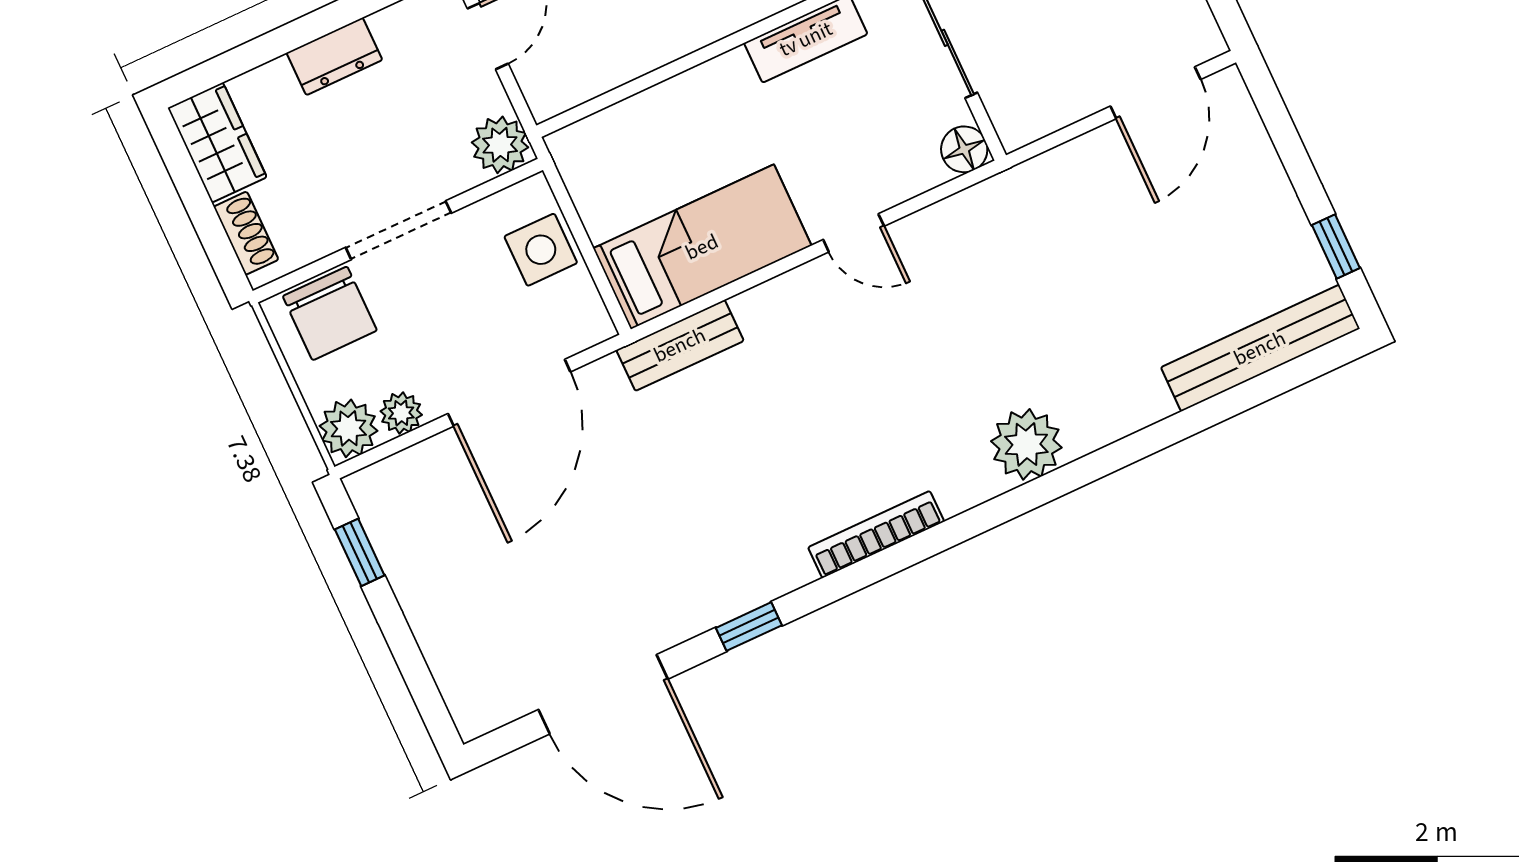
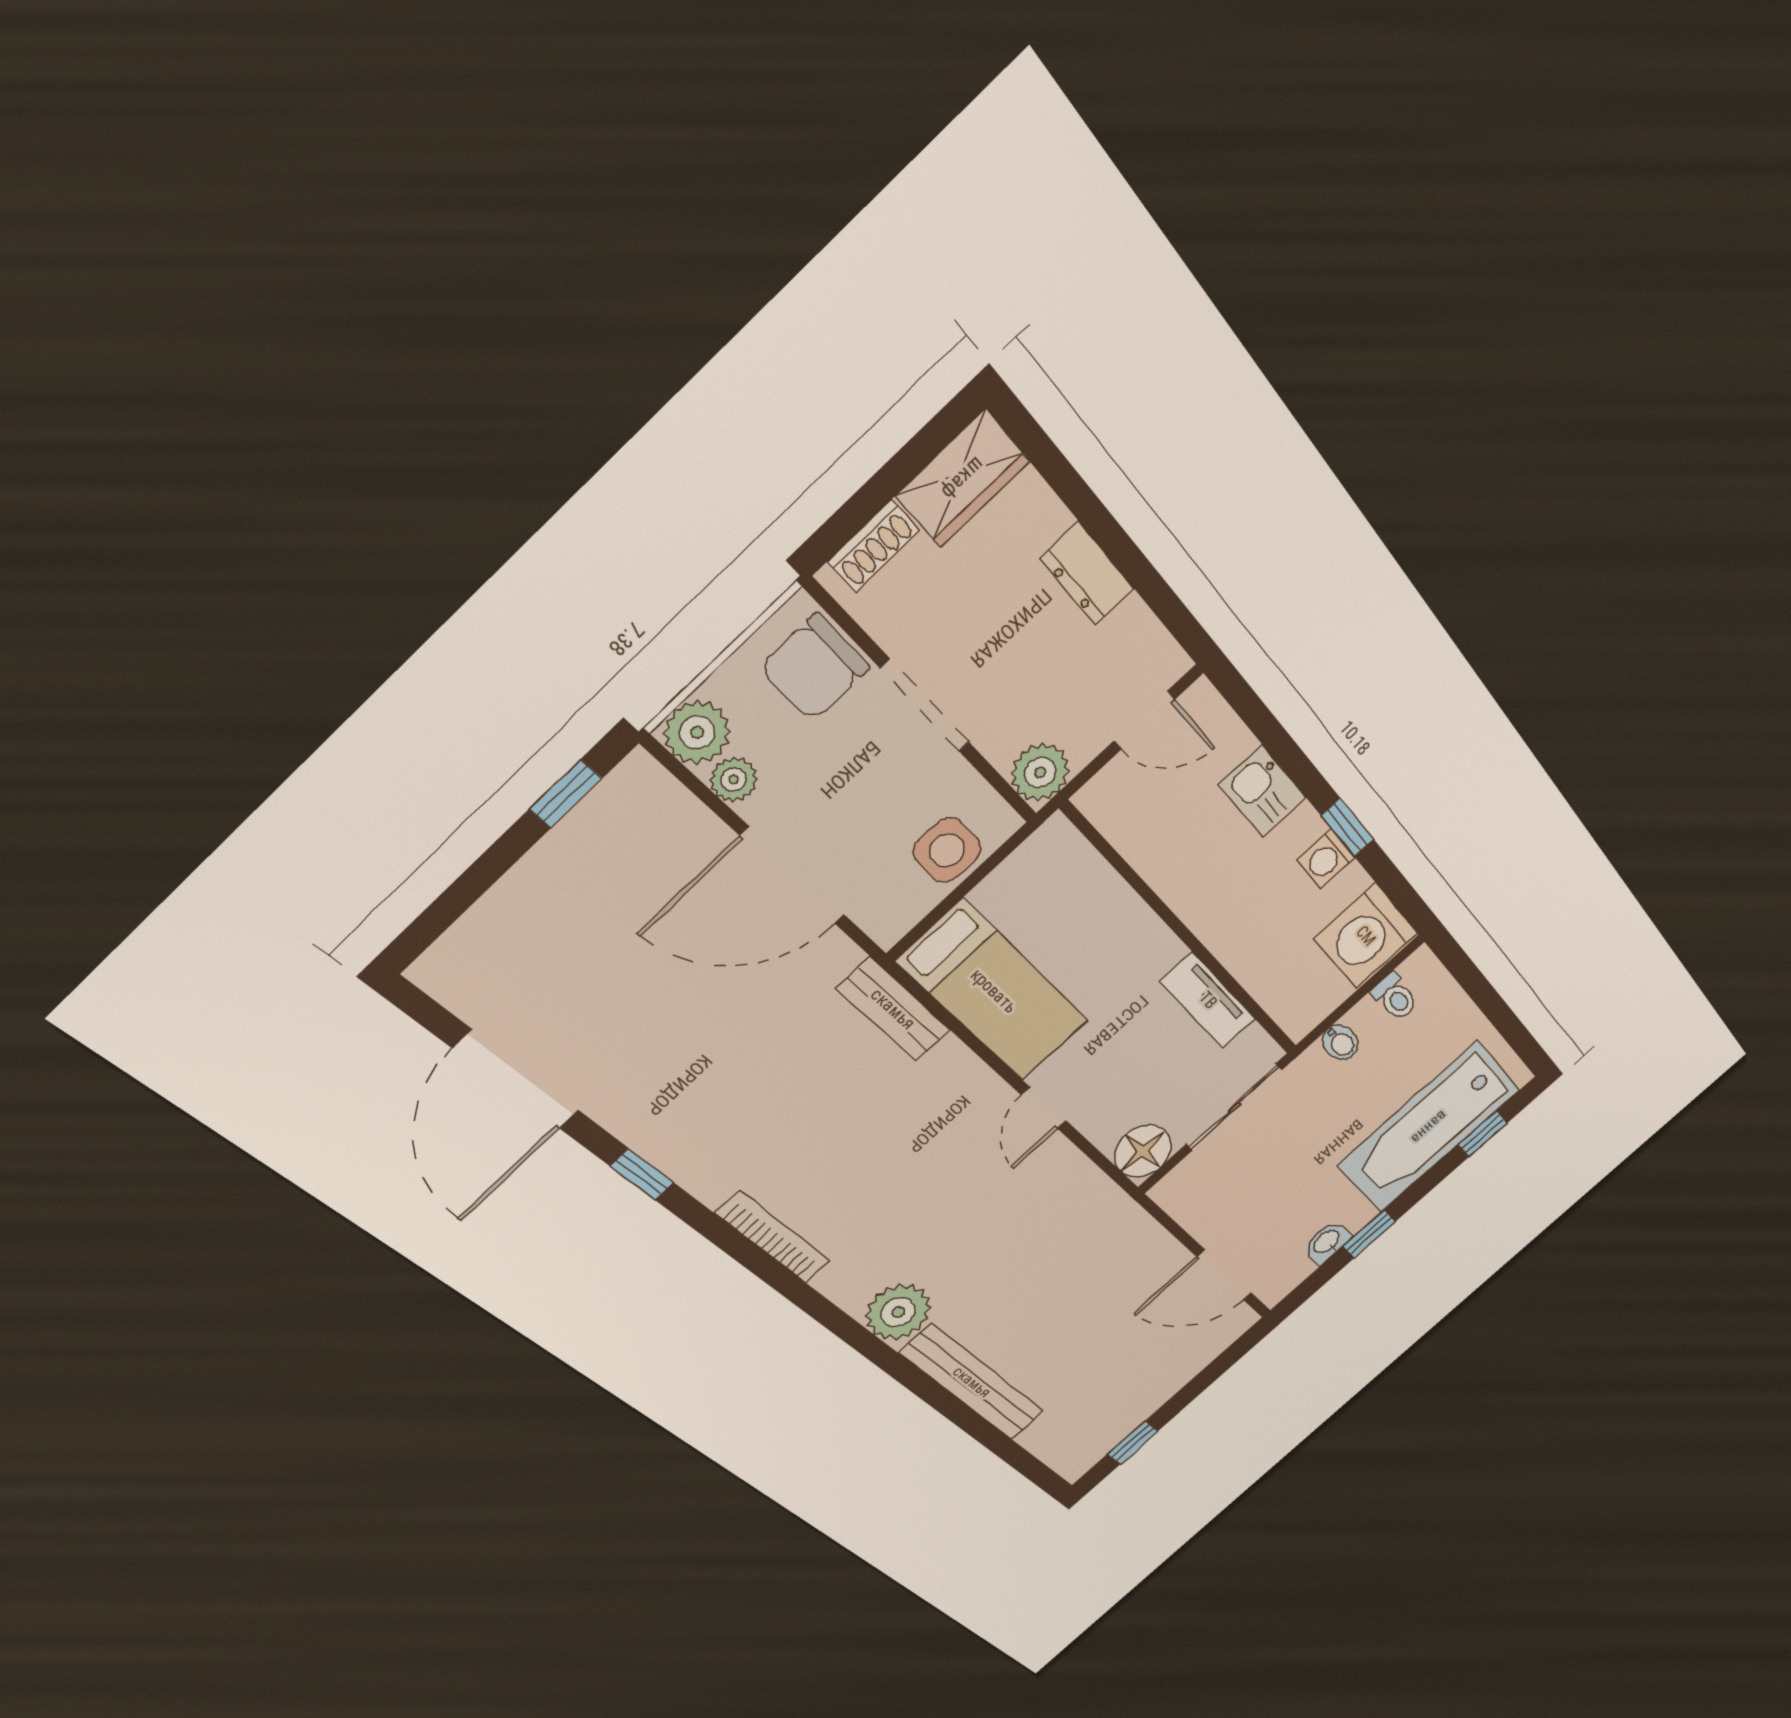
floor lamp: (964, 149) -> (1143, 1151), width x1.38, depth x1.38
bench: (1260, 348) -> (972, 1382), moved

